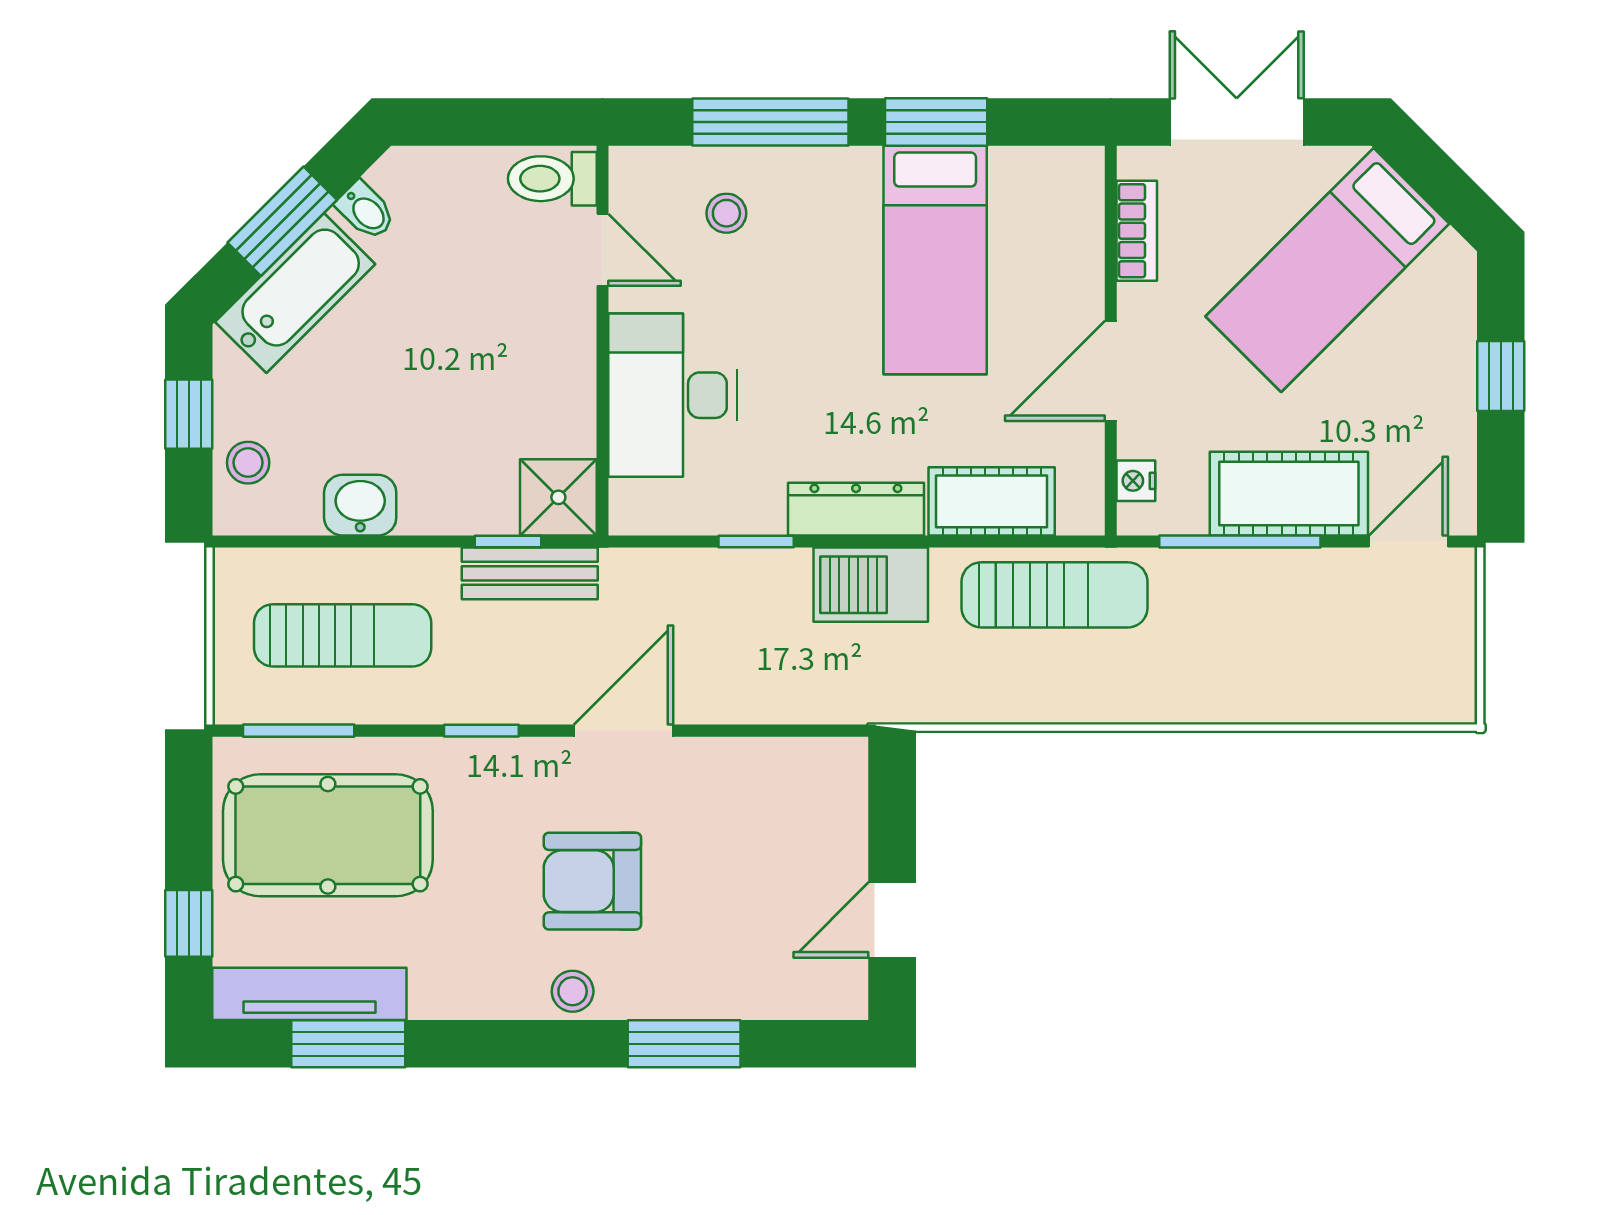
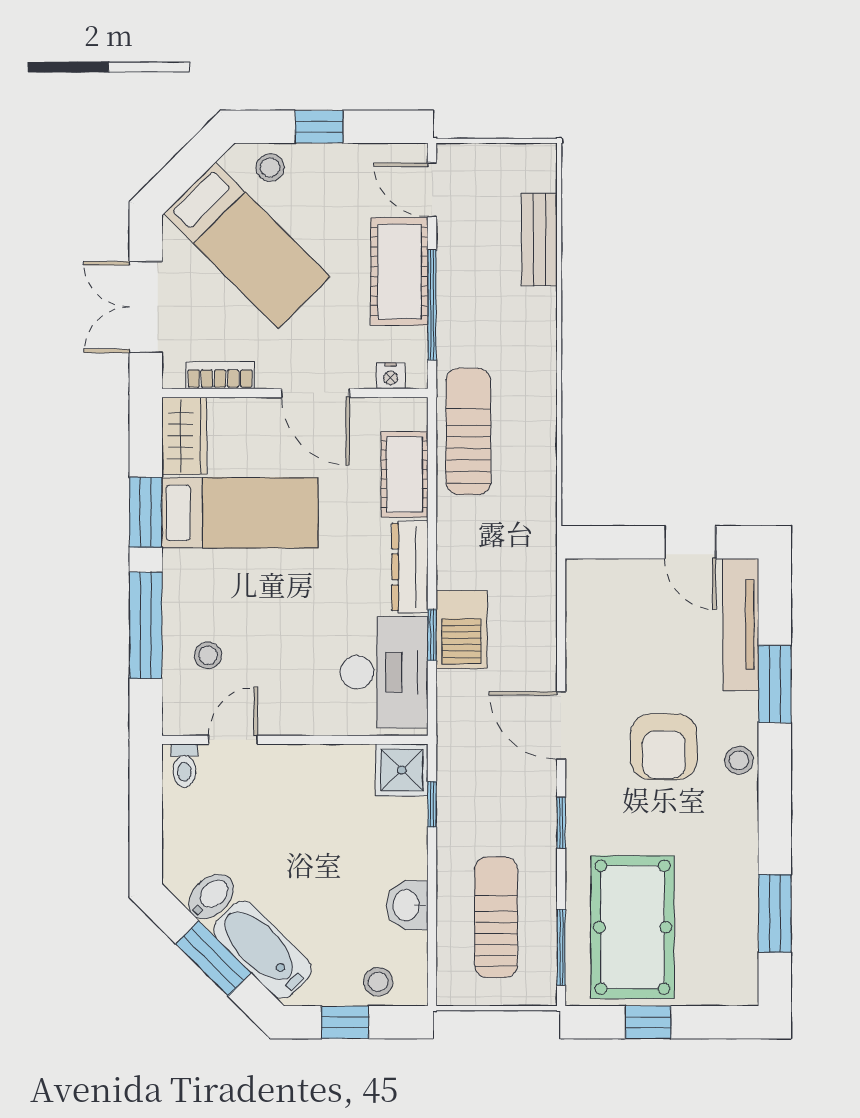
wardrobe: (1048, 178) -> (184, 436), added
toilet: (552, 179) -> (184, 766), width x0.73, depth x0.72
bidet: (366, 211) -> (211, 897), width x1.38, depth x1.36
stool: (1441, 304) -> (270, 168), added
desk: (673, 395) -> (384, 672), moved, turned -90
bench: (530, 573) -> (539, 240), moved
barbecue: (871, 585) -> (461, 630), moved
window: (189, 923) -> (648, 1022), moved
tv unit: (309, 994) -> (741, 624), moved

